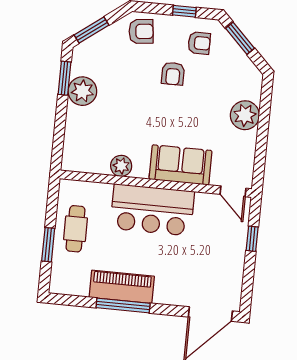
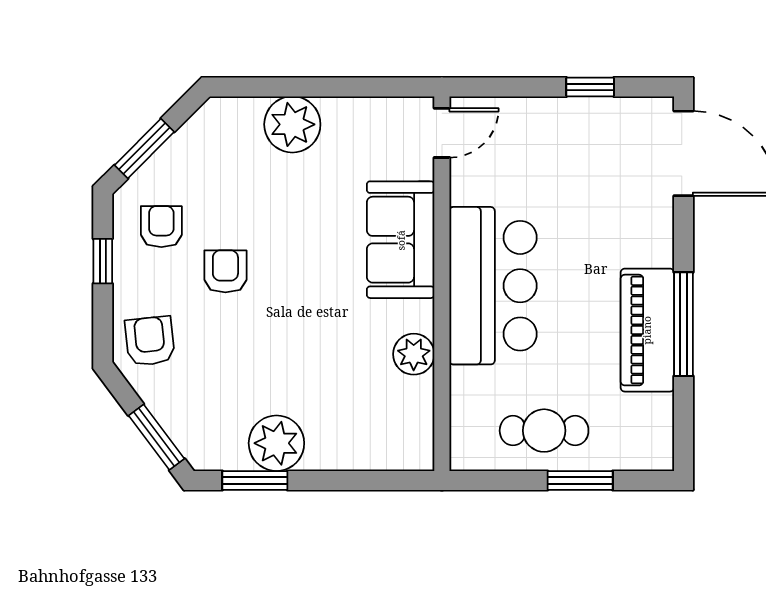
armchair: (173, 74) -> (225, 271), turned -90
window: (252, 239) -> (590, 87), moved

